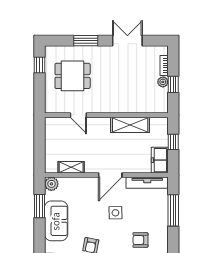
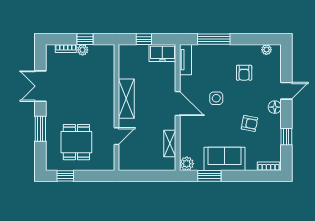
shelving: (130, 125) -> (126, 99), moved
tv unit: (147, 183) -> (185, 60), width x0.71

